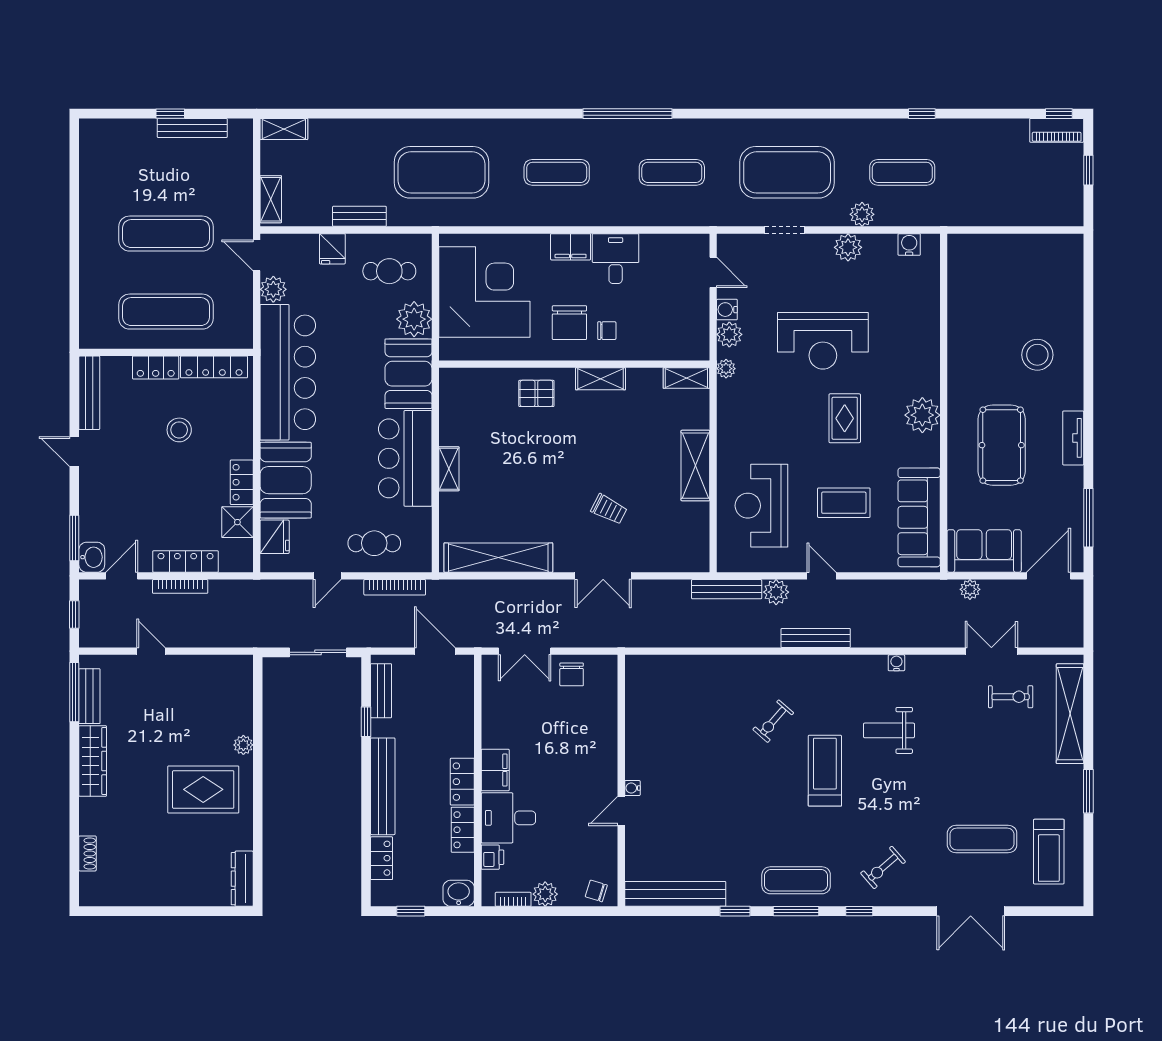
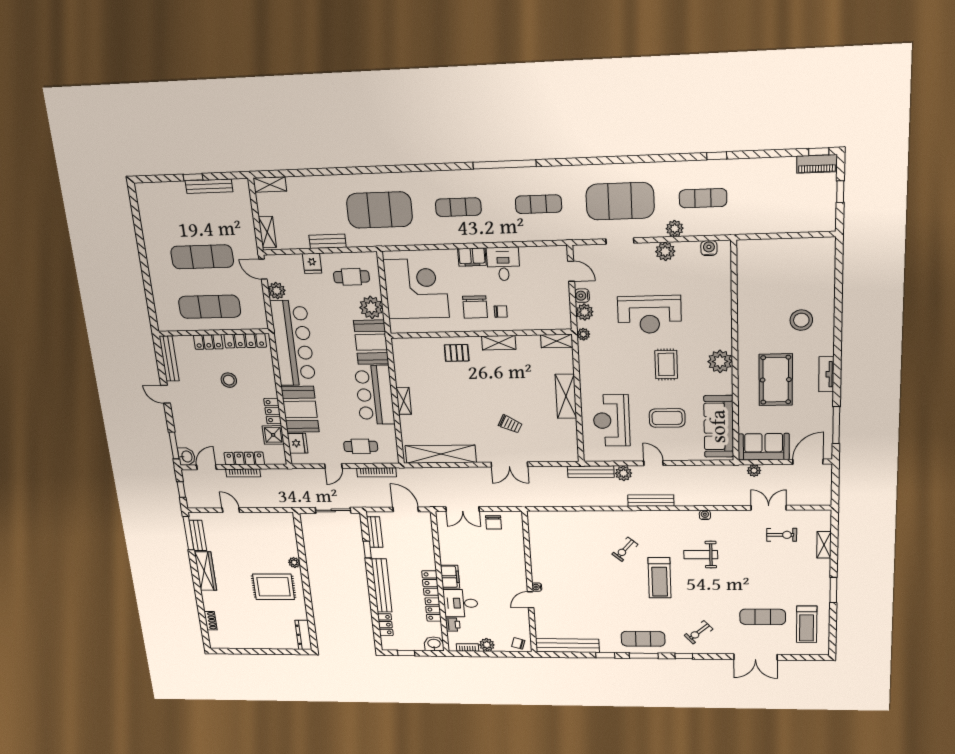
shelving: (1070, 714) -> (824, 545), width x0.45, depth x0.75
treadmill: (825, 771) -> (659, 578), turned 180

